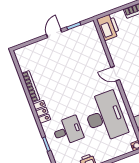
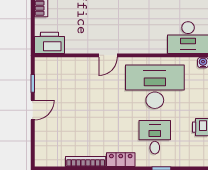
door: (54, 33) -> (33, 110), swing flipped

